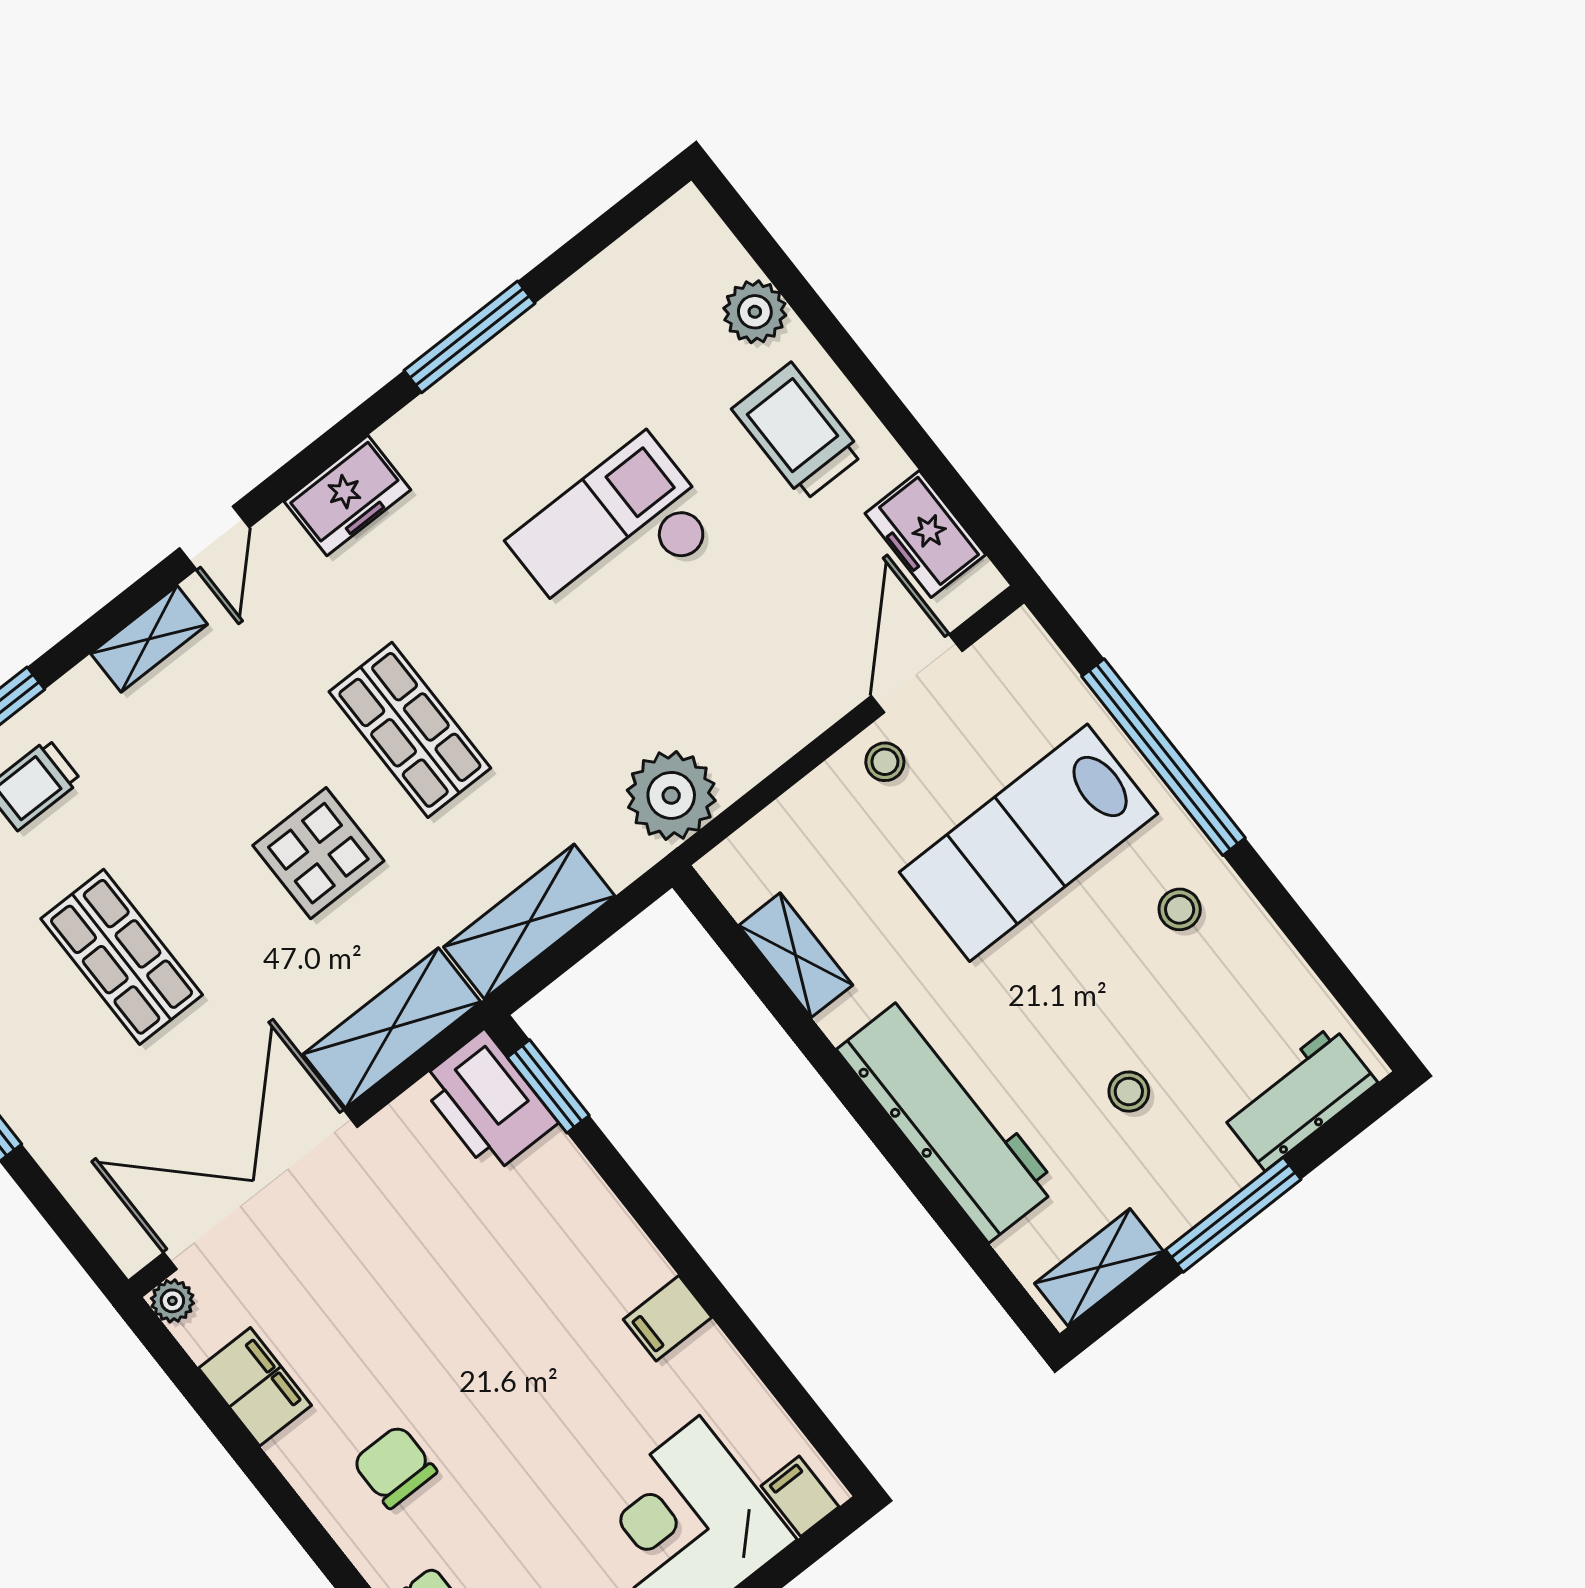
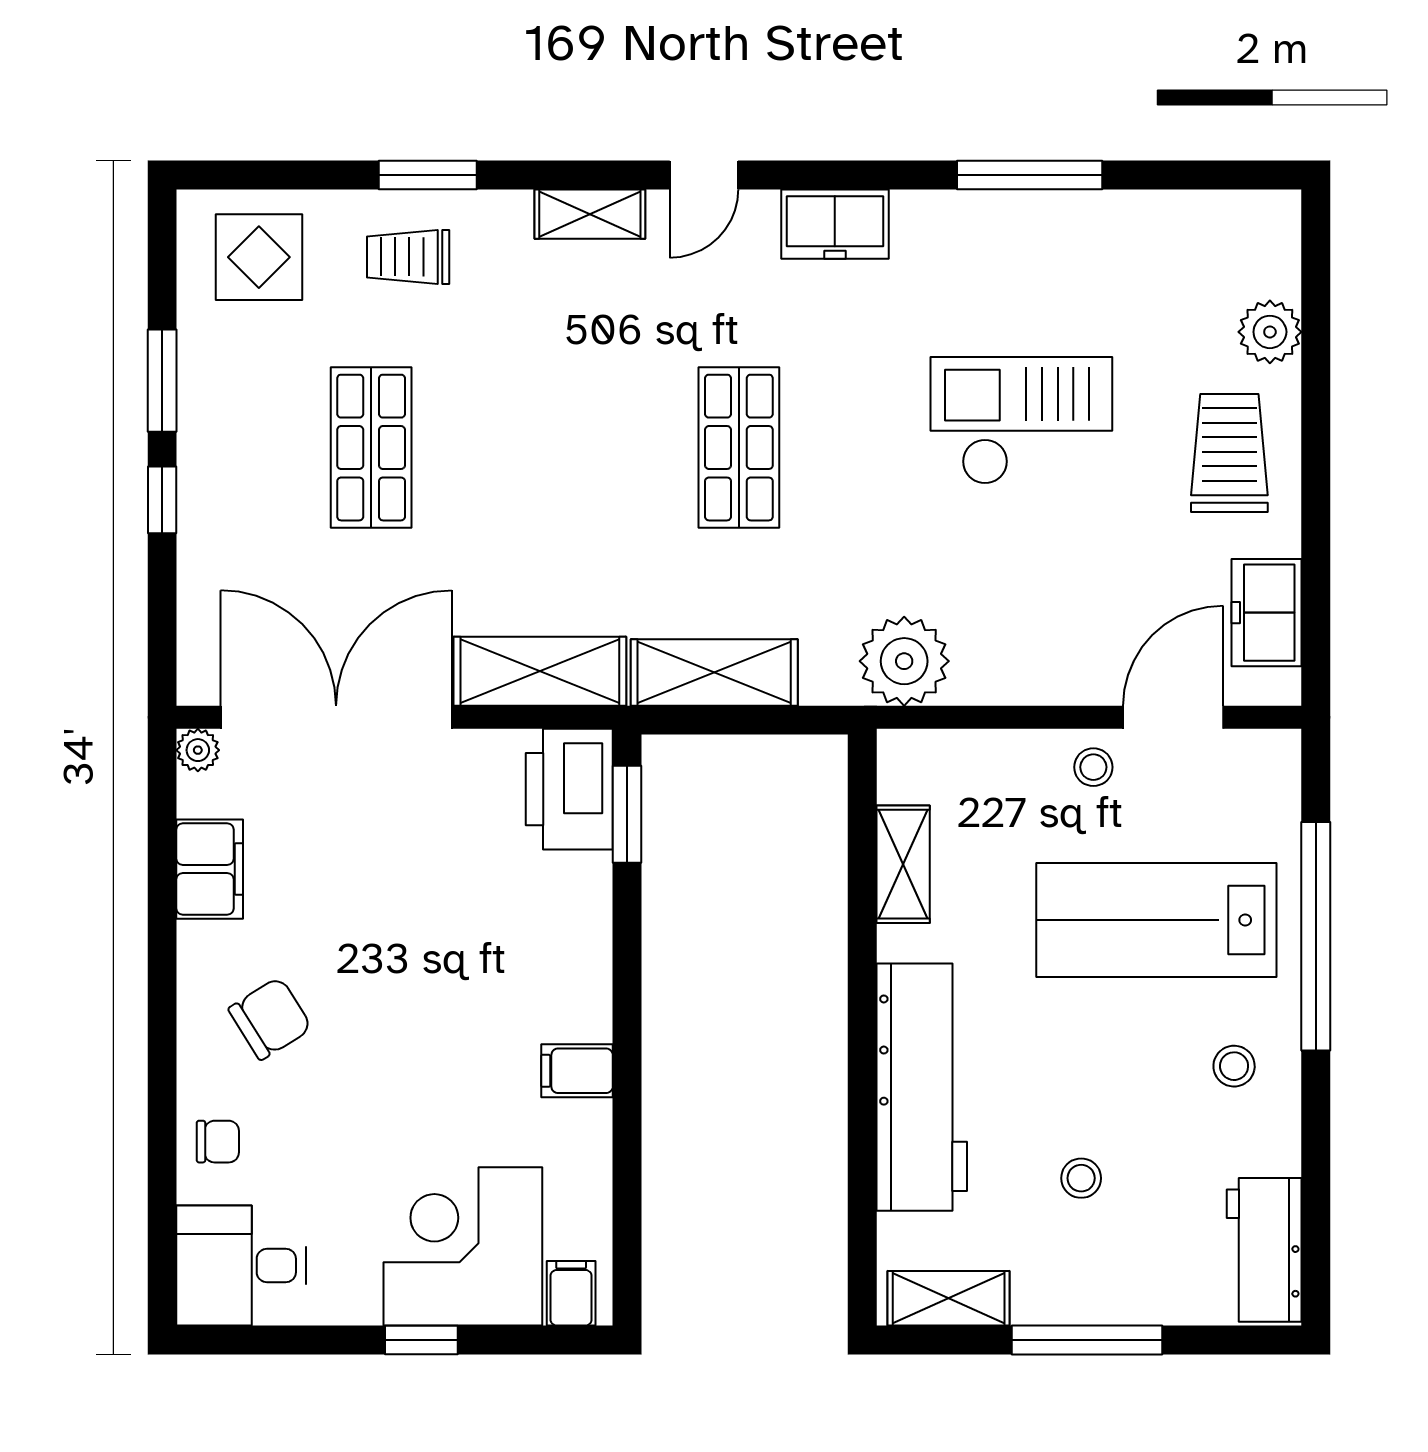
display table: (318, 853) -> (590, 488), removed
workbench: (1299, 1098) -> (1264, 1250), moved, turned -90
chair: (395, 1467) -> (270, 1018), turned 58

